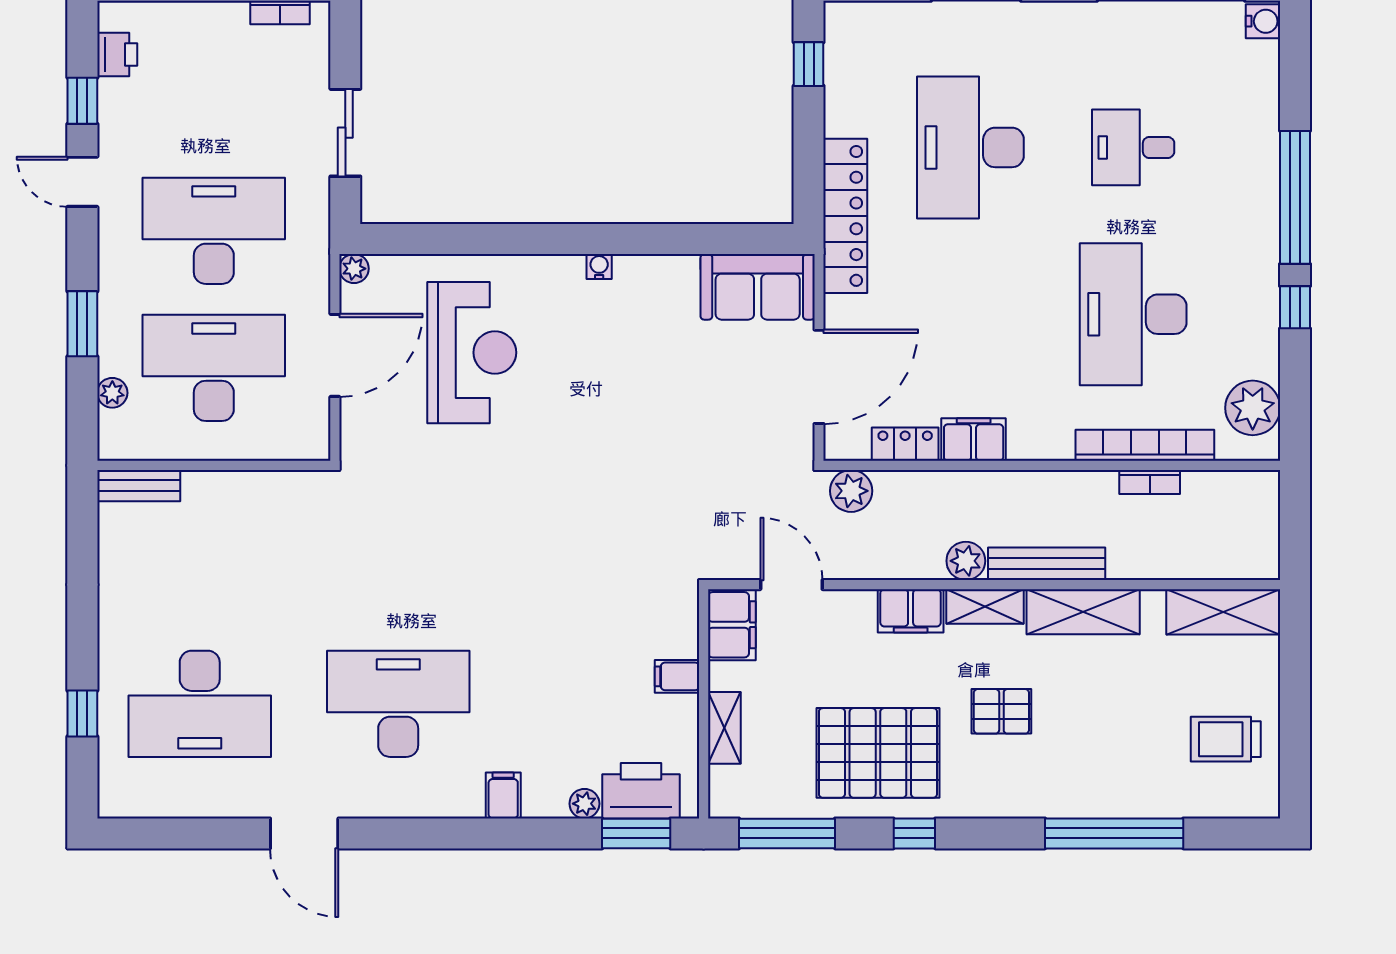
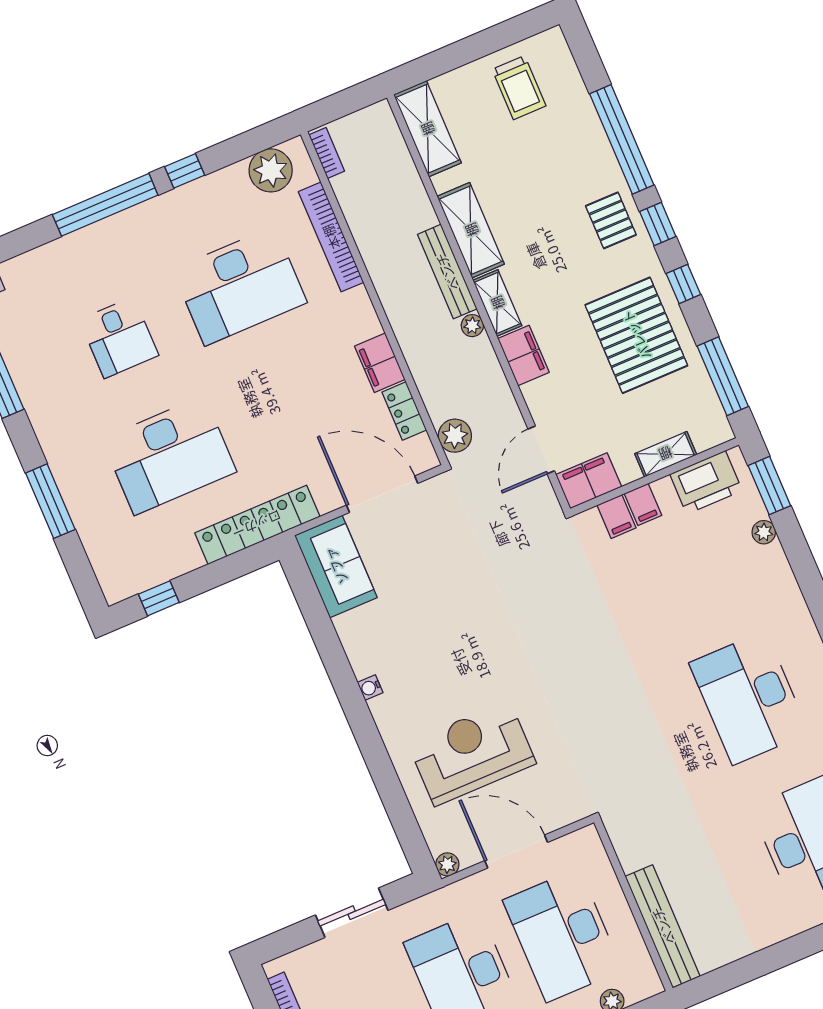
bookcase: (1150, 482) -> (327, 153), moved
bench: (139, 486) -> (663, 926), width x1.86, depth x1.21
plant: (966, 561) -> (472, 326), width x0.73, depth x0.73
pallet: (1001, 711) -> (611, 220), moved
printer: (641, 791) -> (706, 482), moved, turned -90
filing cabinet: (503, 795) -> (617, 517), moved, turned -90
window: (997, 833) -> (658, 224), added

